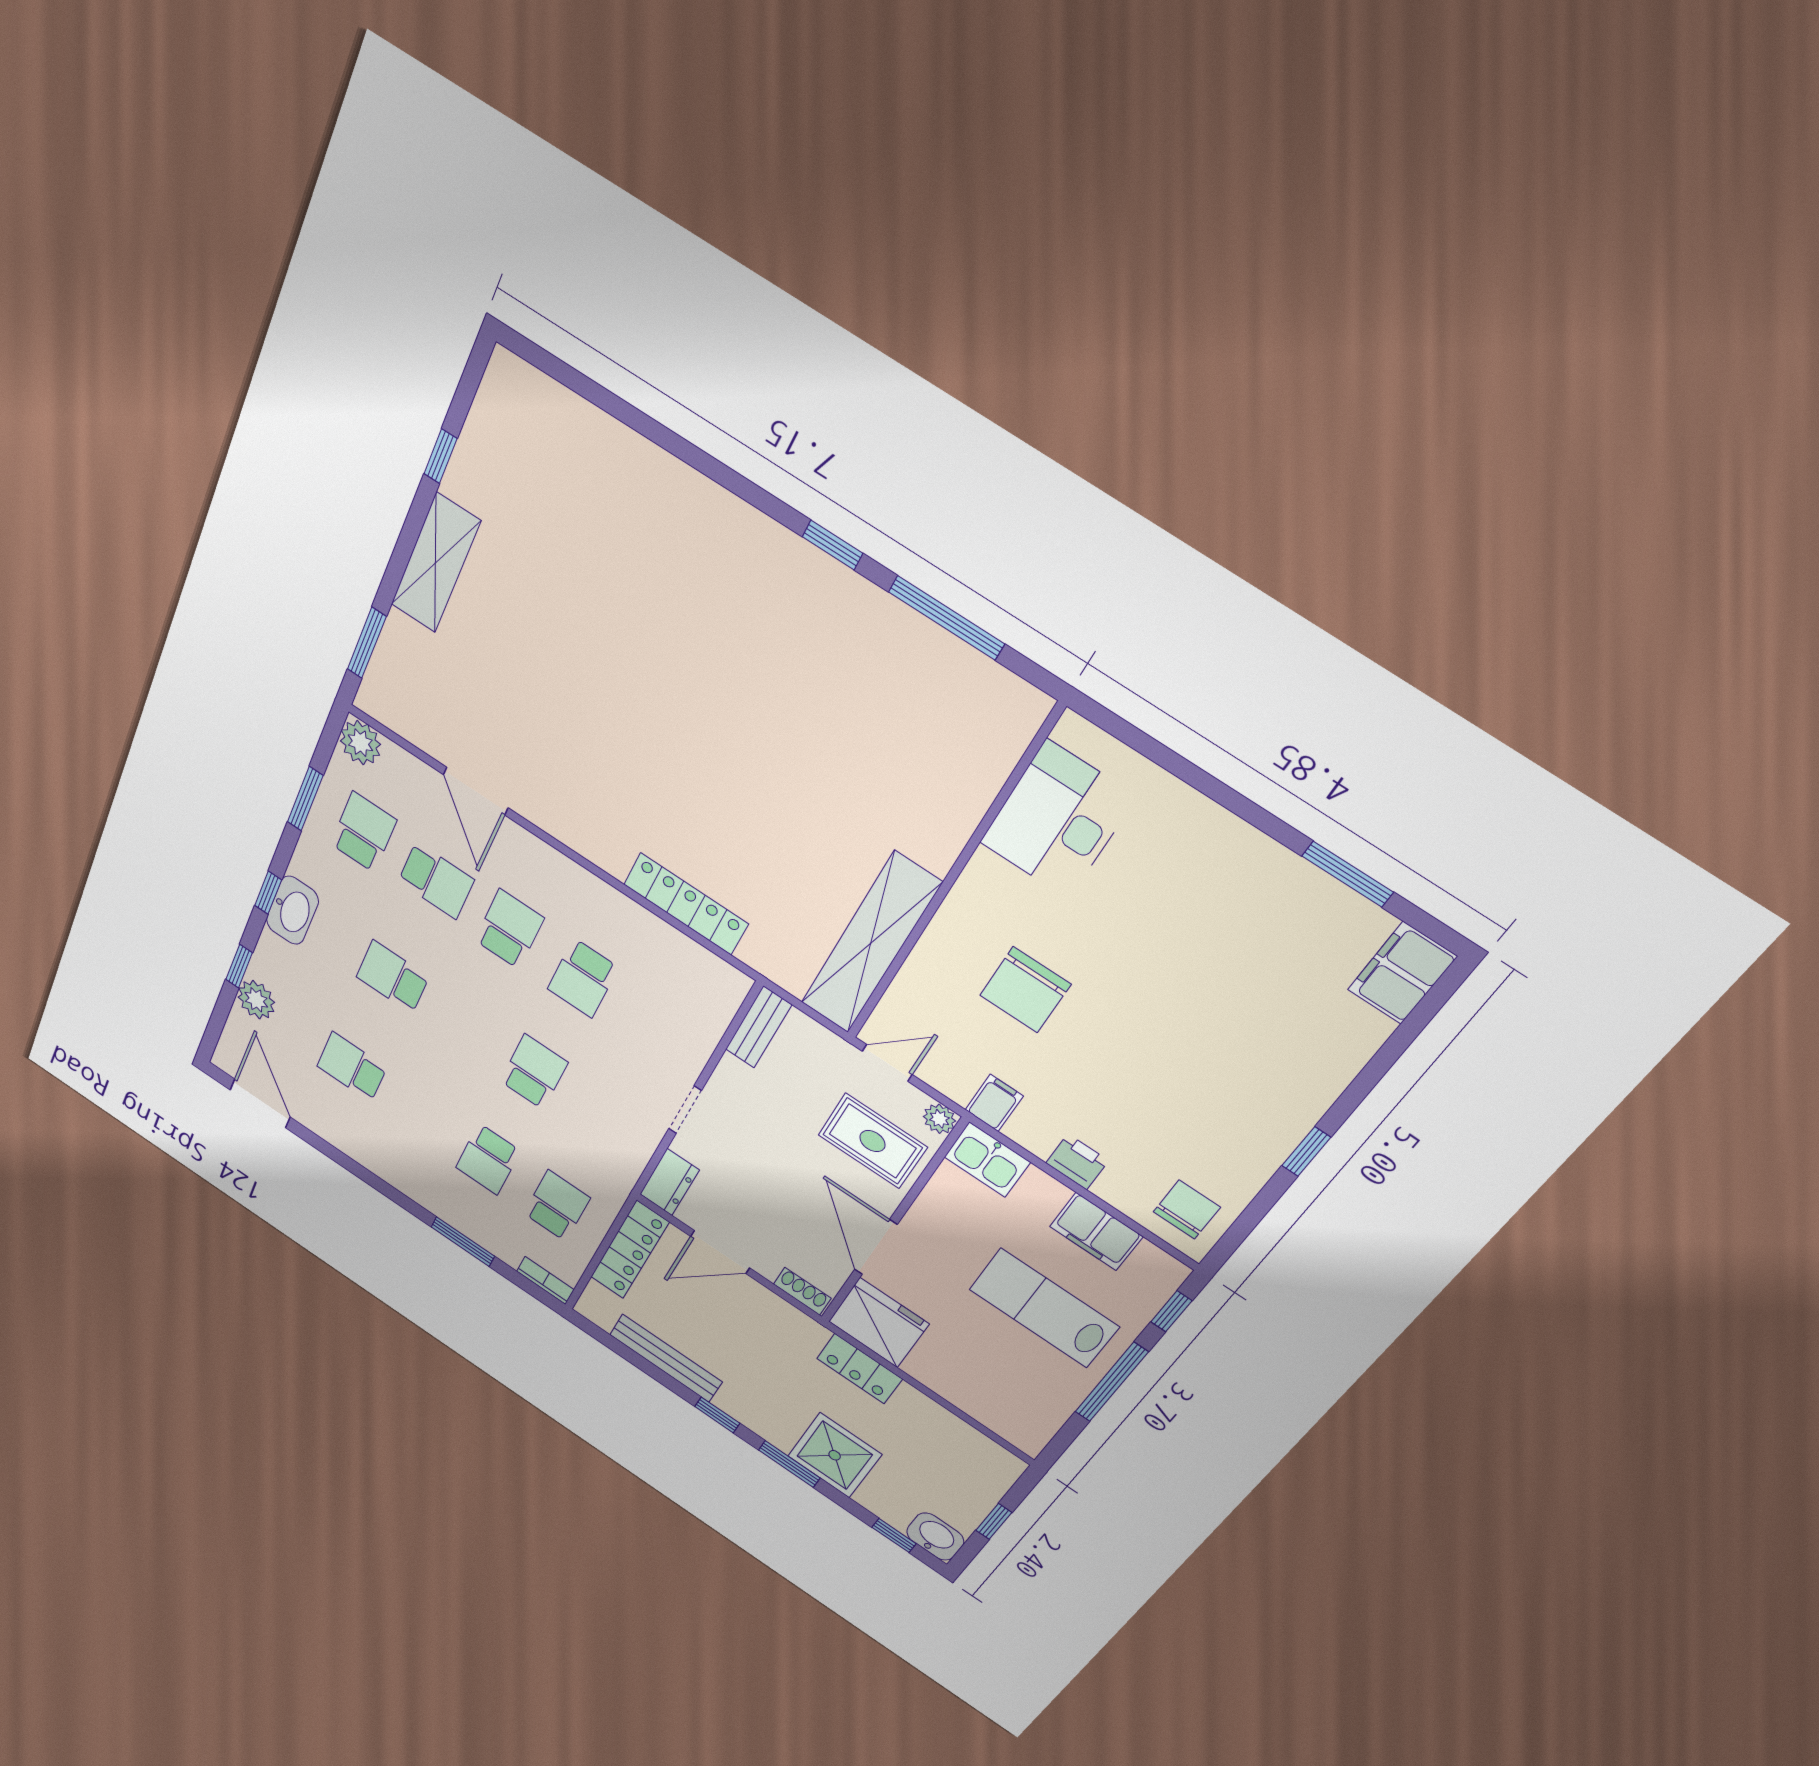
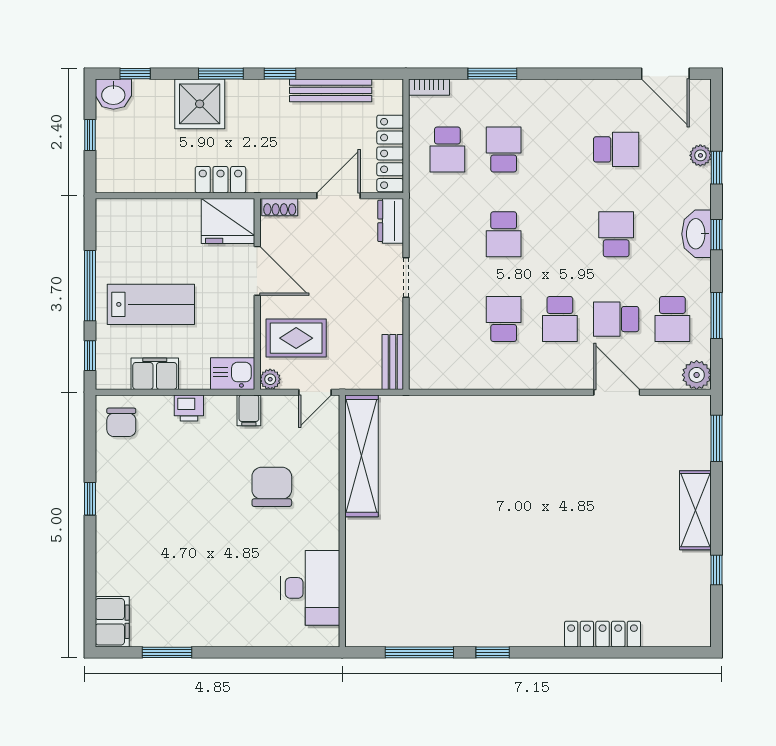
locker: (686, 904) -> (603, 634), moved, turned 180
school desk: (392, 977) -> (616, 234), turned -90
plant: (256, 1000) -> (700, 155), width x0.73, depth x0.73

